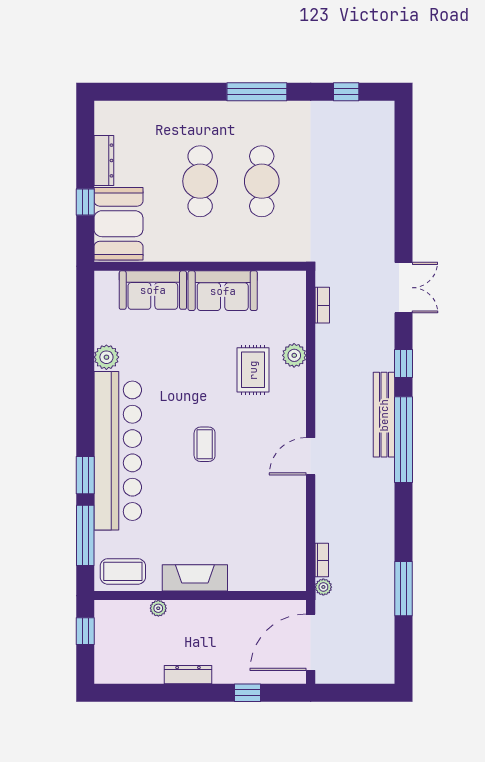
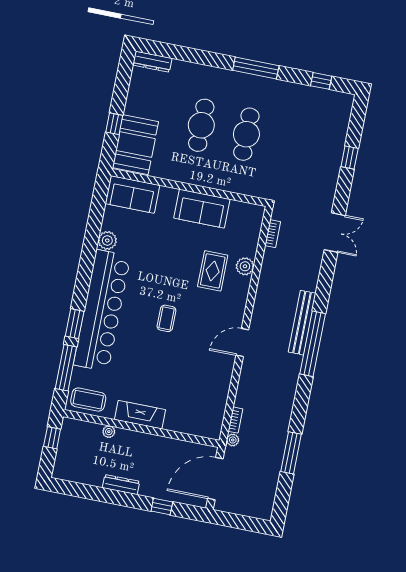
dresser: (104, 160) -> (152, 62), moved, turned 90
sofa: (153, 290) -> (132, 194), moved
window: (403, 364) -> (350, 157), moved

